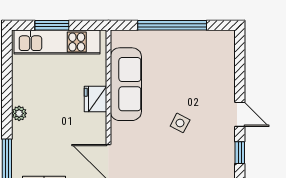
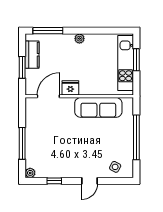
fridge: (95, 99) -> (70, 88), moved
door: (240, 114) -> (90, 181), moved
side table: (180, 123) -> (115, 167), moved

